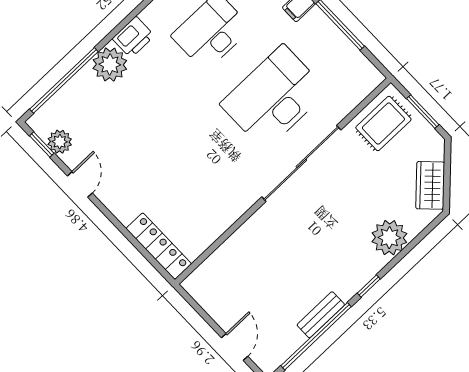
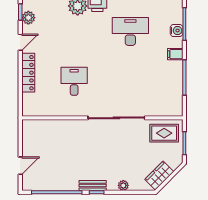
desk: (274, 98) -> (74, 81), moved, width x0.53, depth x0.77
plant: (389, 238) -> (123, 185), width x0.53, depth x0.53
locker: (159, 246) -> (28, 73), moved
bench: (321, 315) -> (93, 186), moved

